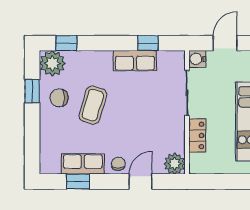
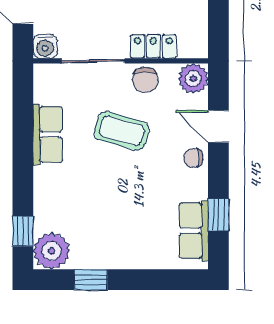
window: (148, 43) -> (23, 116), removed
chair: (59, 98) -> (145, 80), moved
coffee table: (93, 105) -> (122, 131), moved
row of seats: (83, 164) -> (194, 231), moved

